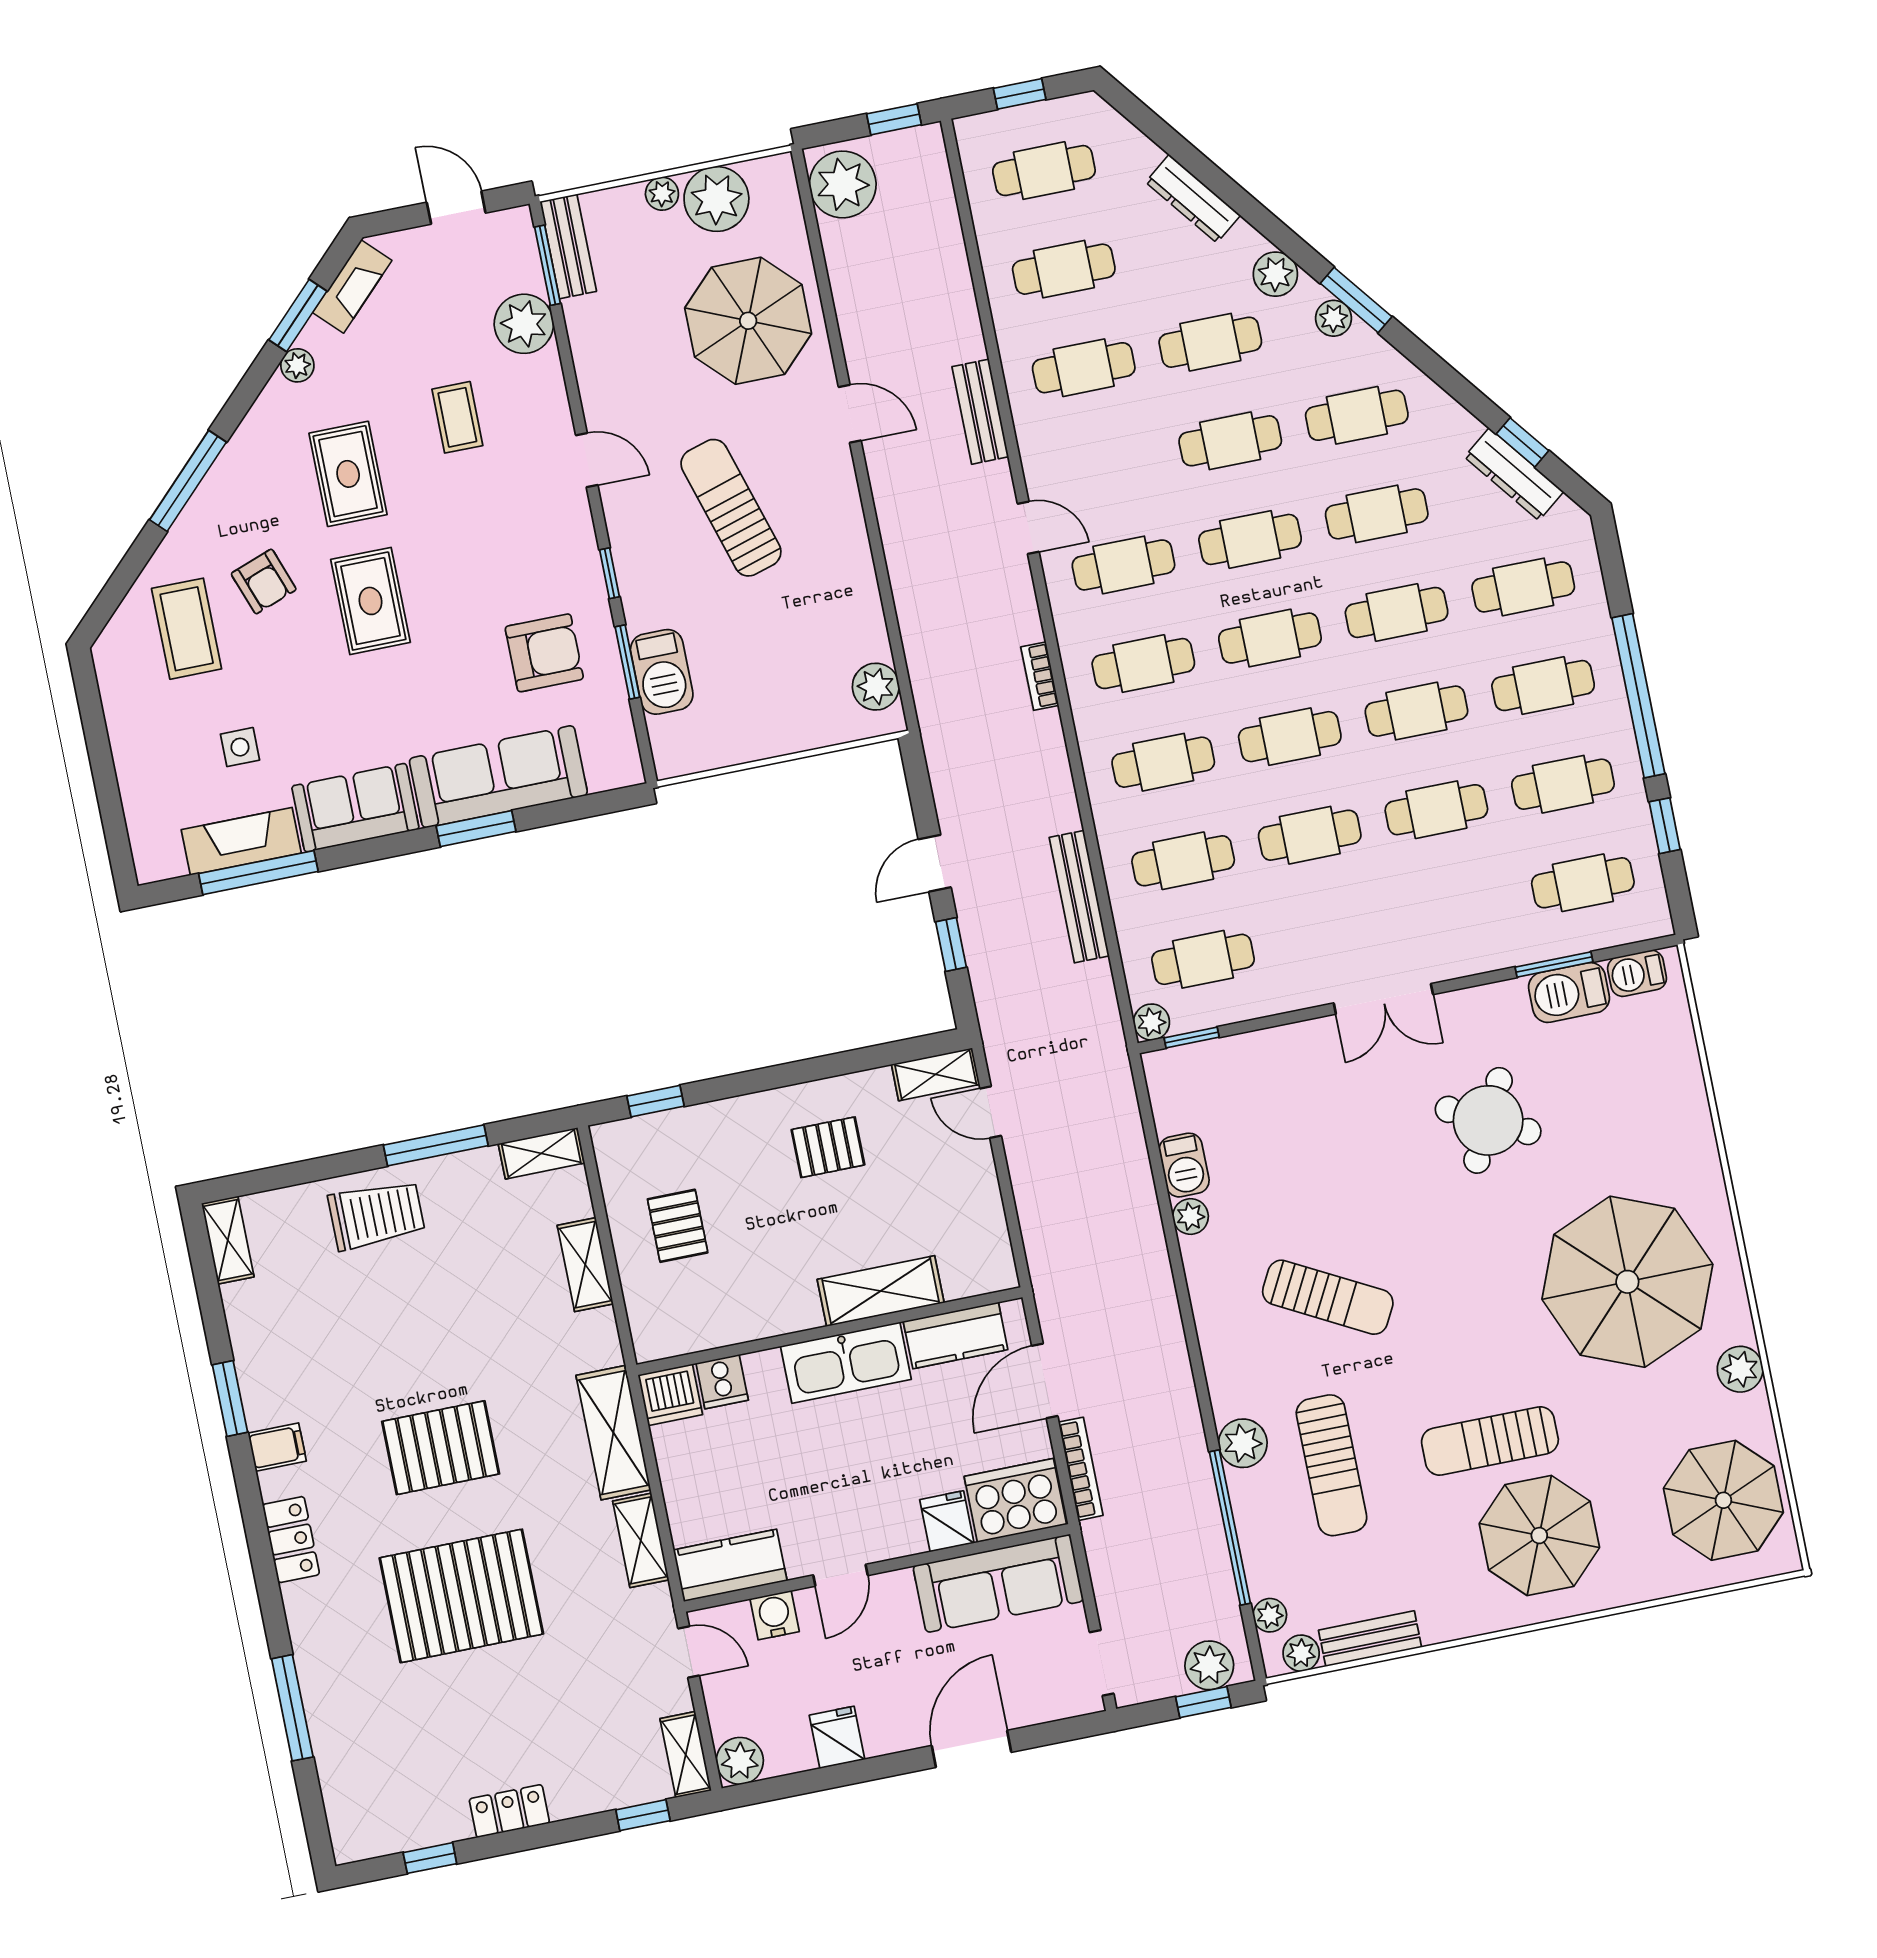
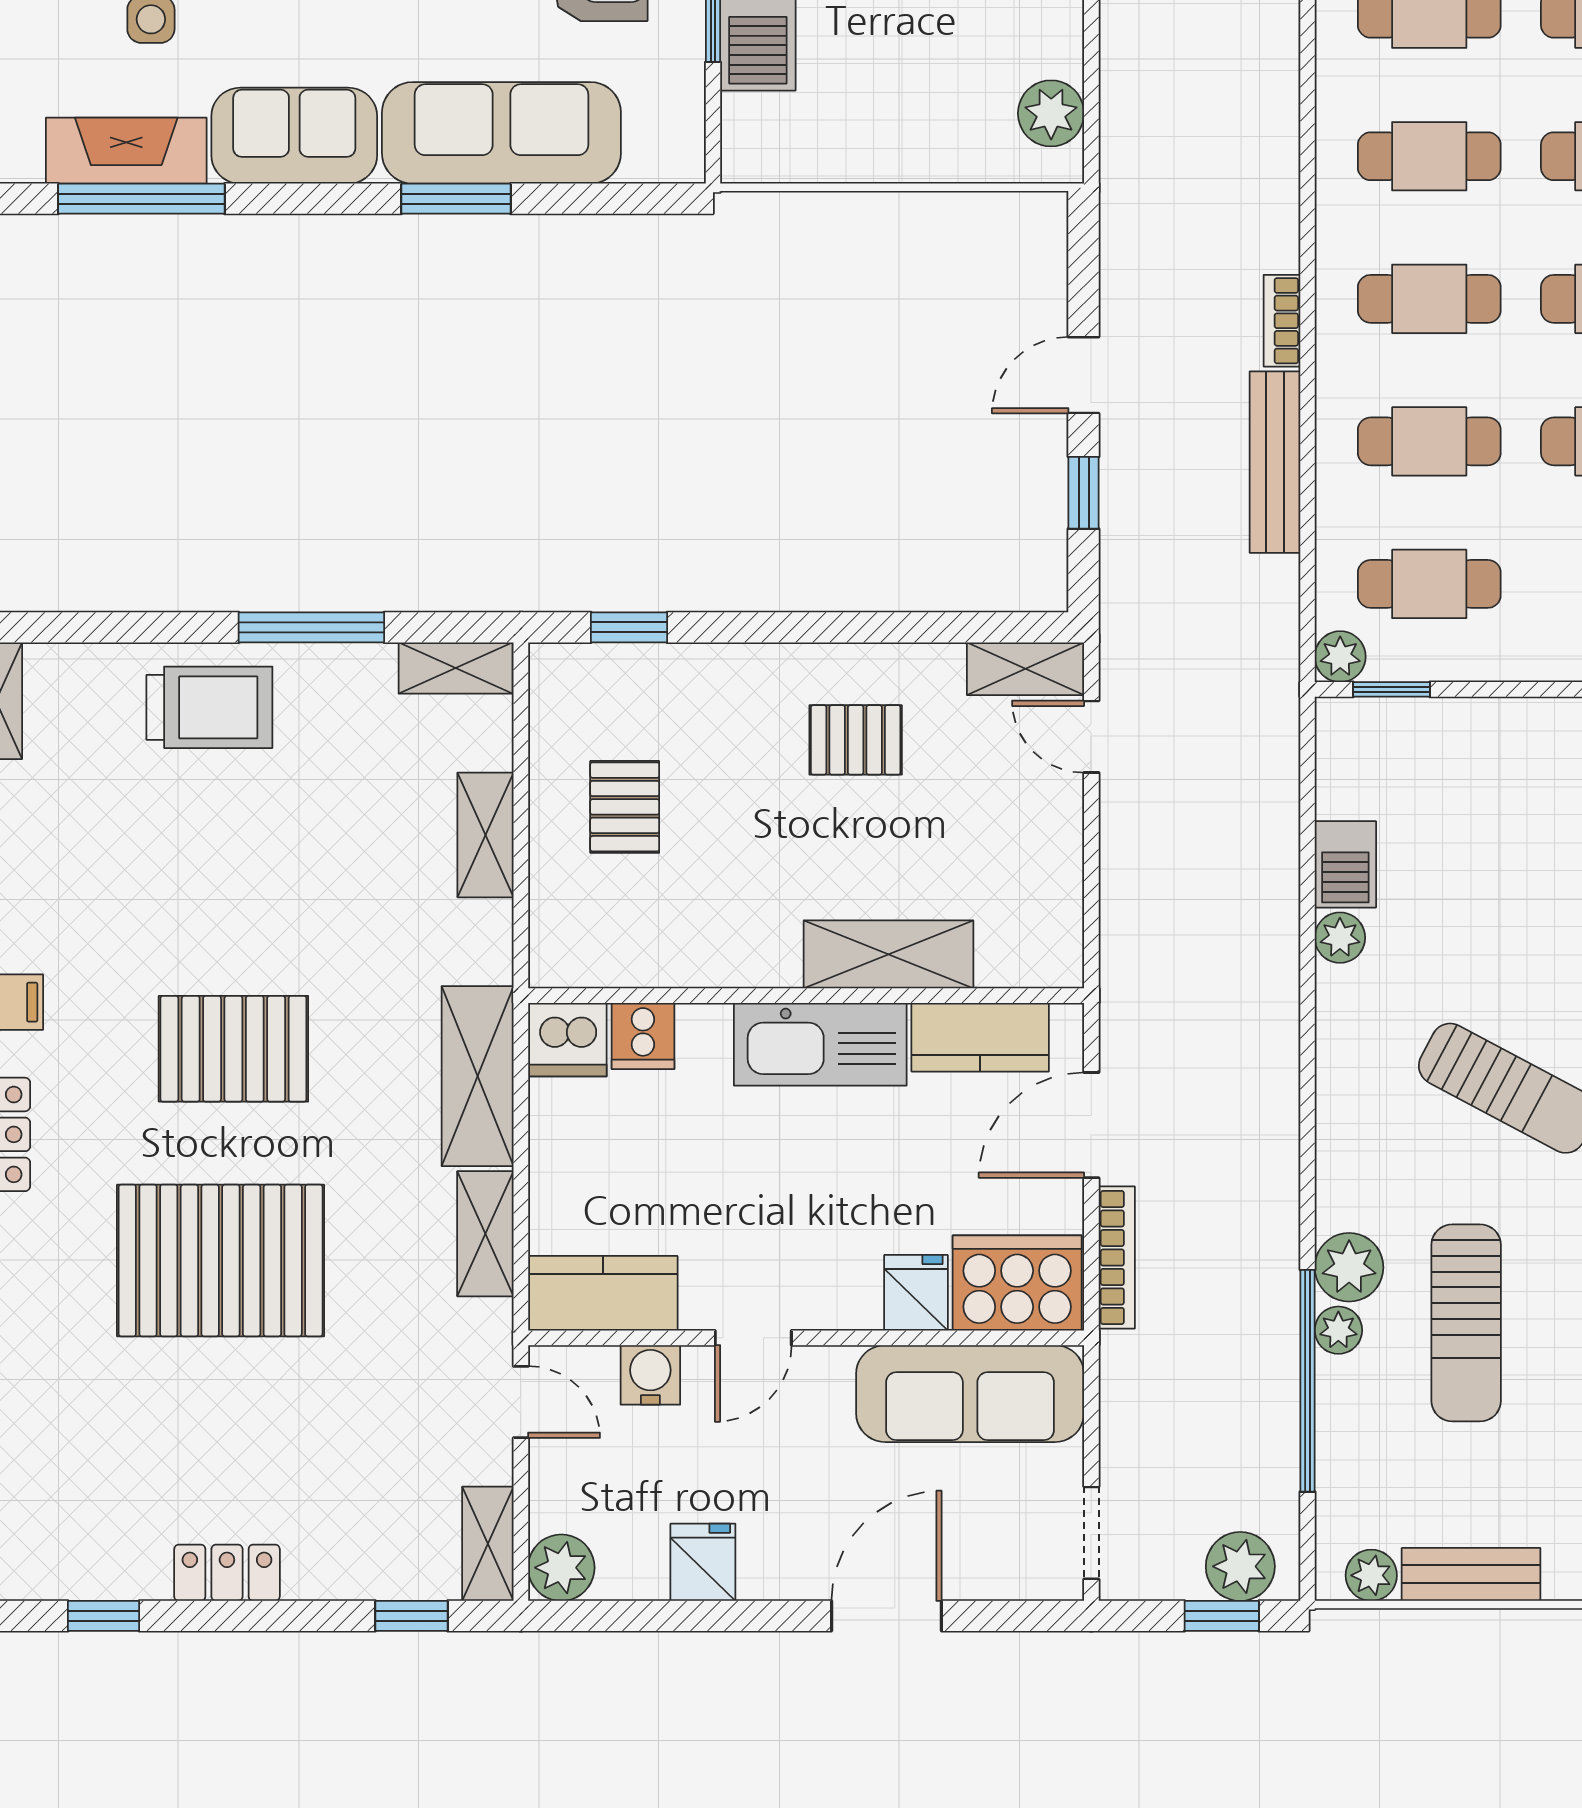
bookcase: (1040, 676) -> (1282, 321), moved
plant: (1270, 1615) -> (1338, 1330), moved

